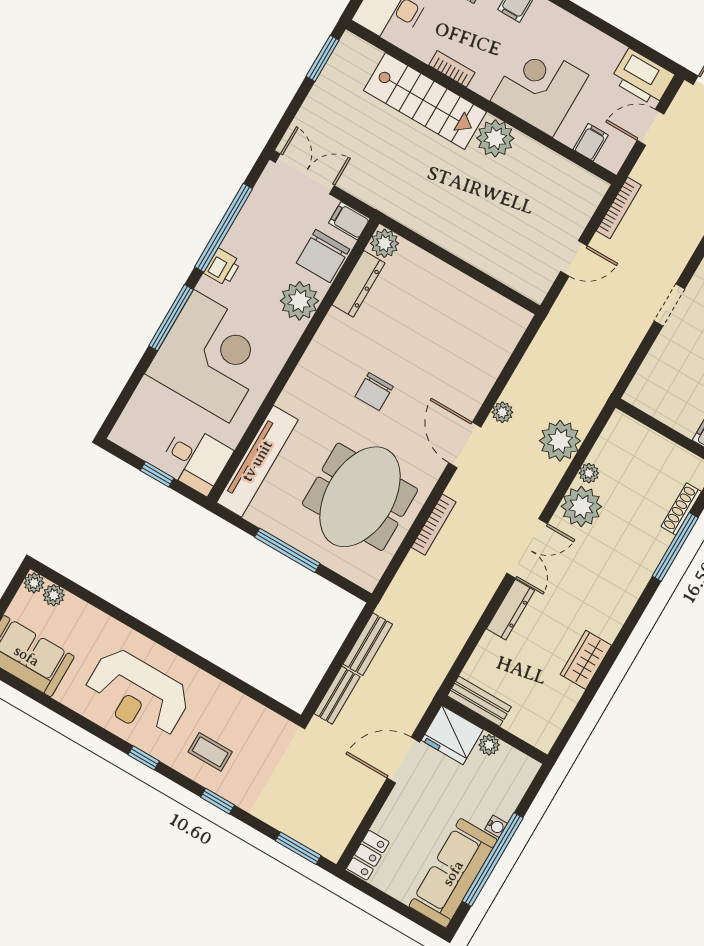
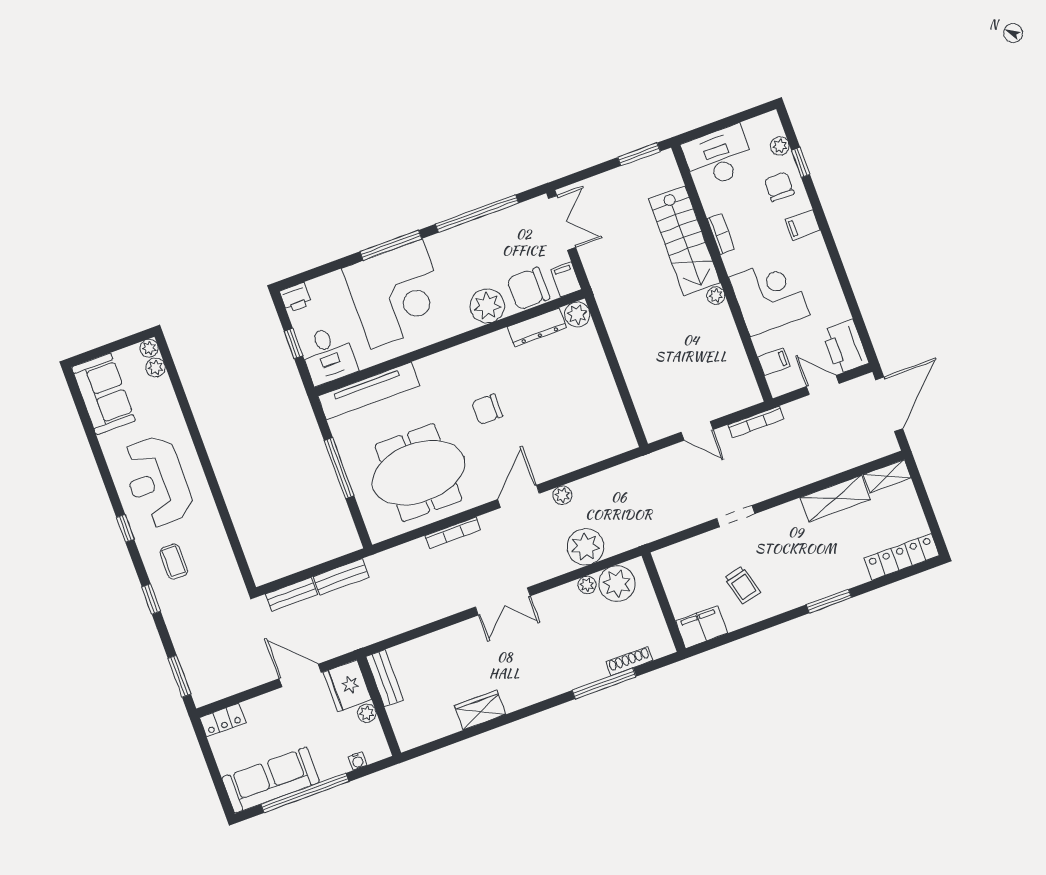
plant: (495, 138) -> (716, 296), width x0.53, depth x0.53
printer: (222, 267) -> (296, 298), moved
plant: (581, 506) -> (617, 584), moved
dresser: (510, 610) -> (457, 634), removed
water cooler: (496, 826) -> (358, 761), moved

